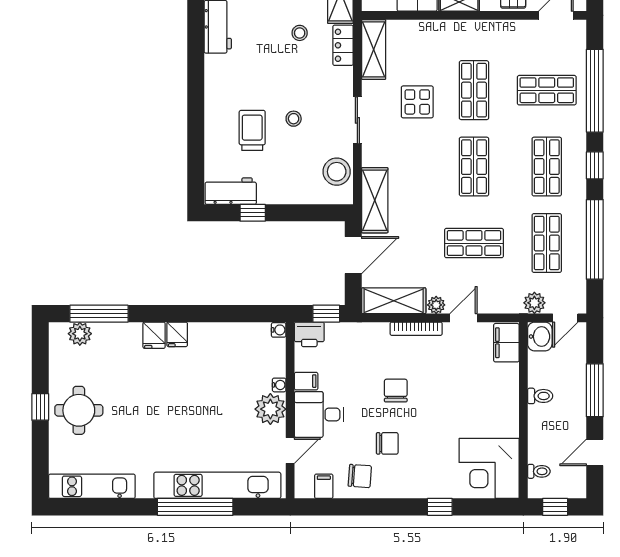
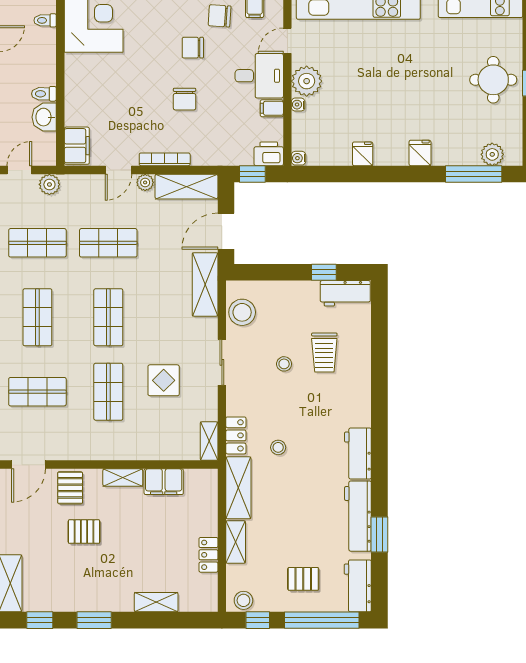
shelving: (374, 49) -> (209, 441), width x0.67, depth x0.75
shop shelf: (547, 243) -> (37, 243), turned 90
fridge: (177, 334) -> (363, 154), moved
washbasin: (540, 337) -> (44, 117), moved

